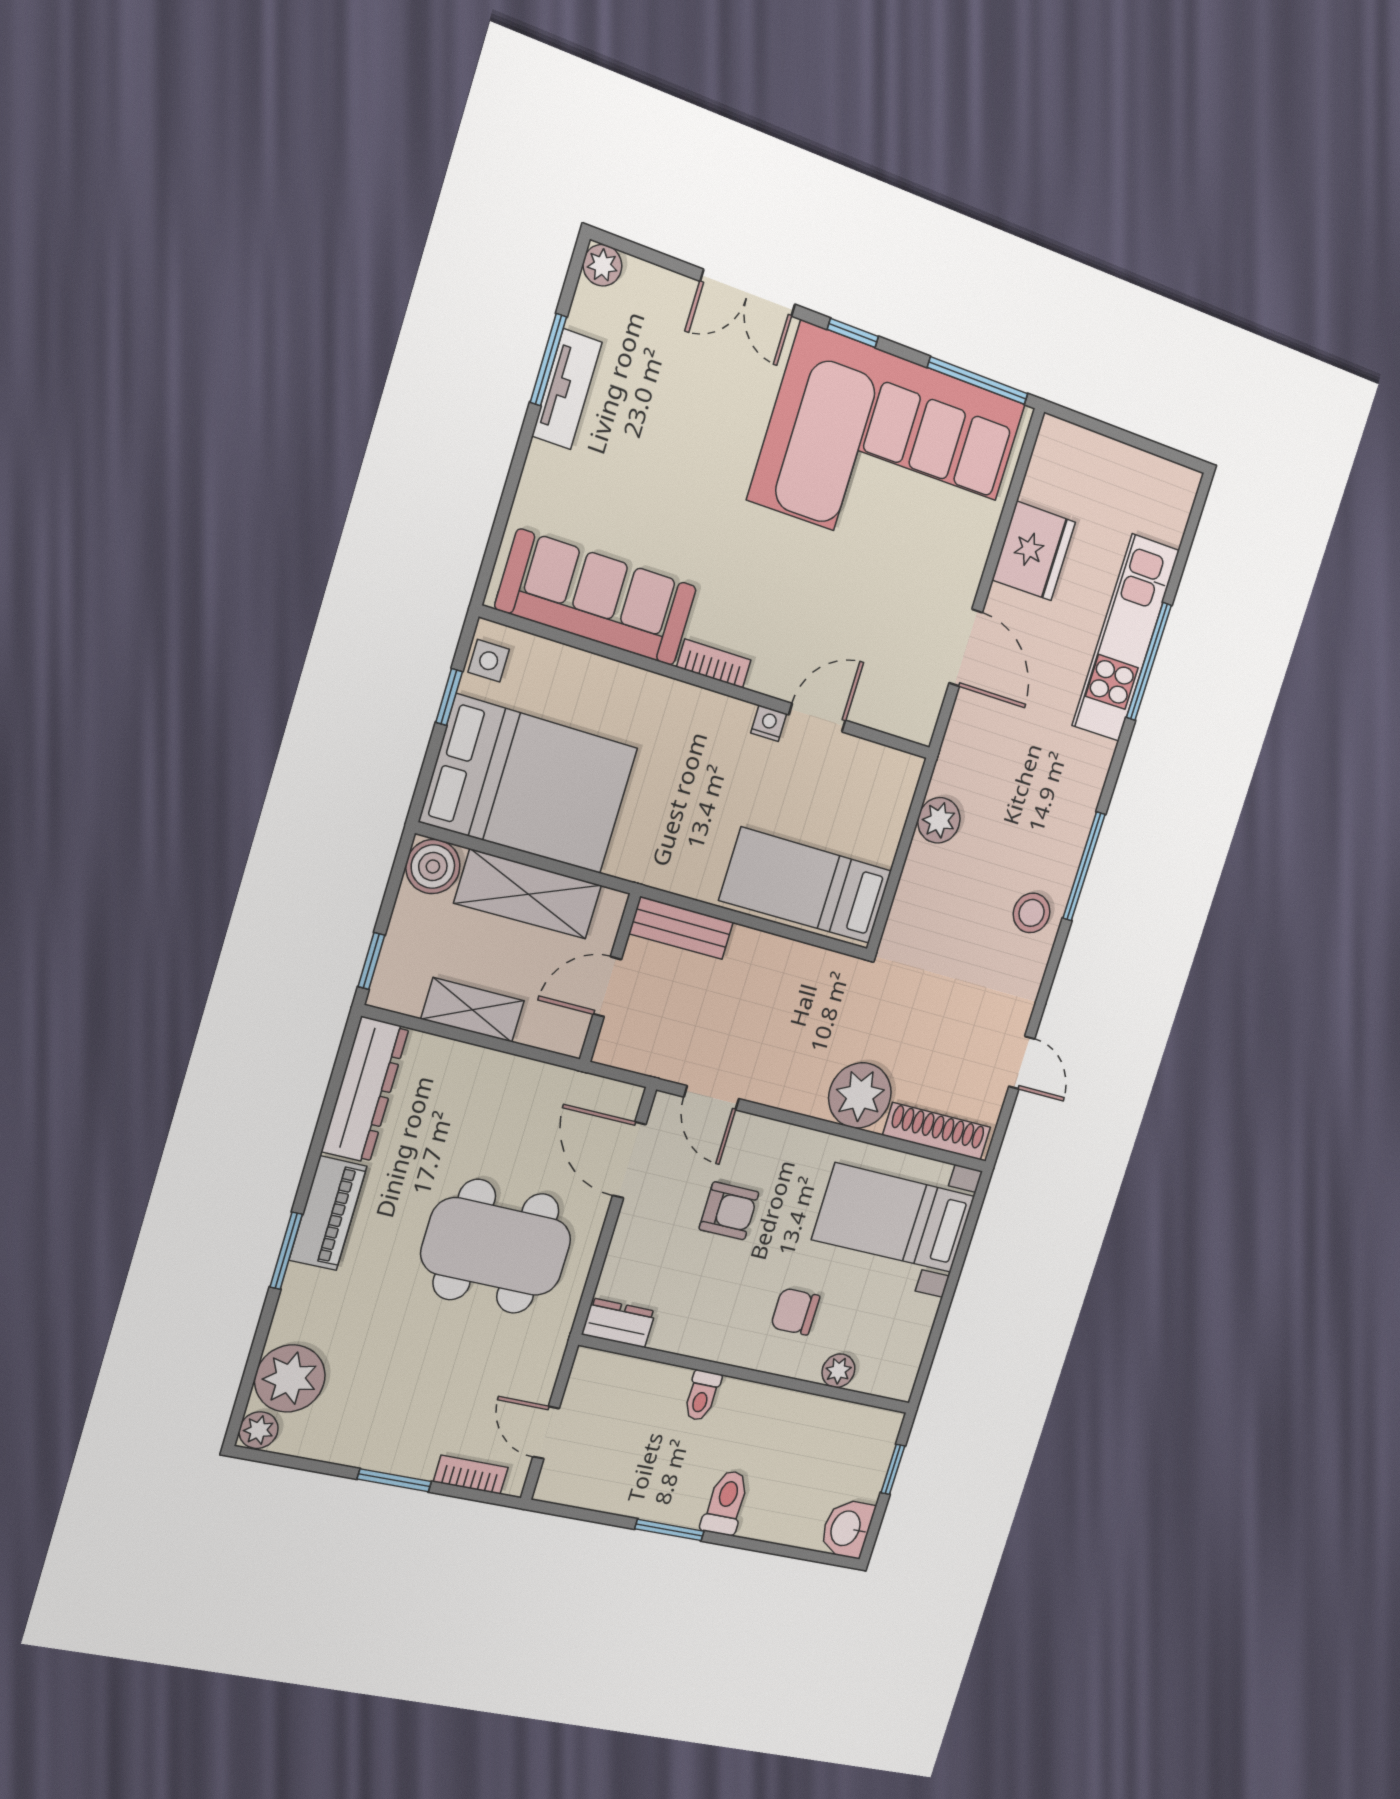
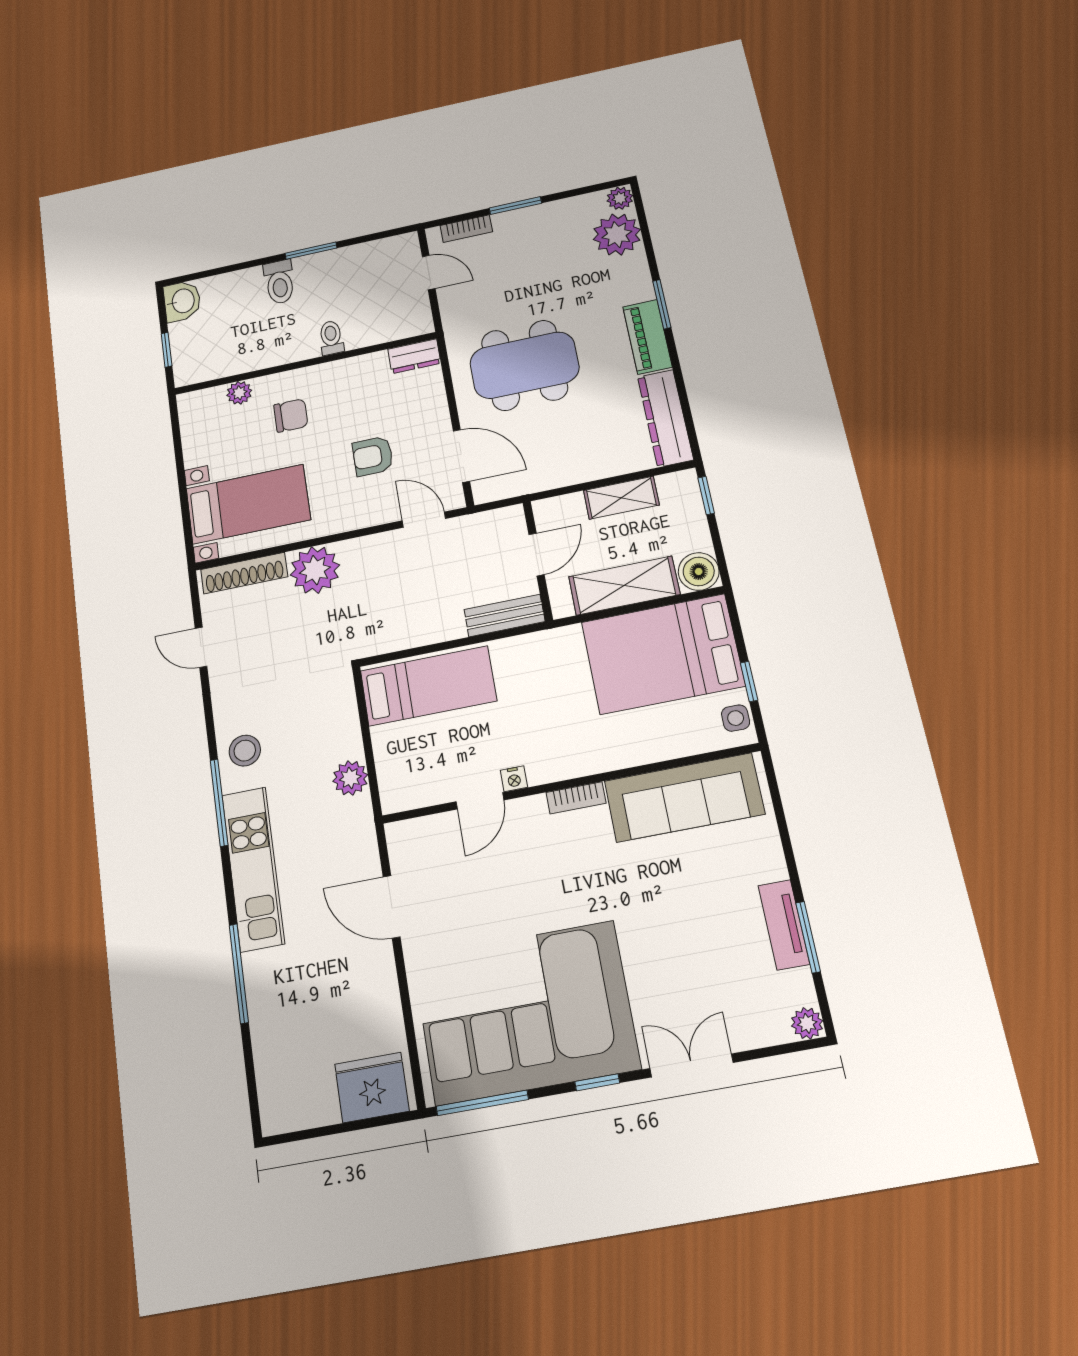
fridge: (1034, 551) -> (372, 1088), moved, turned 90
kitchen unit: (1126, 638) -> (253, 869), moved

